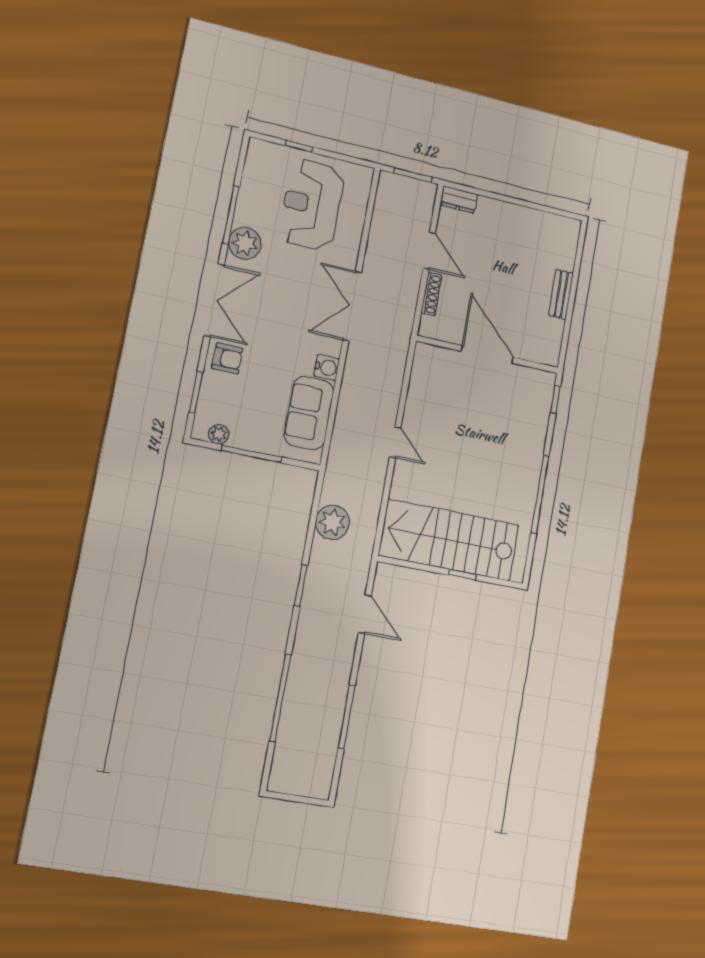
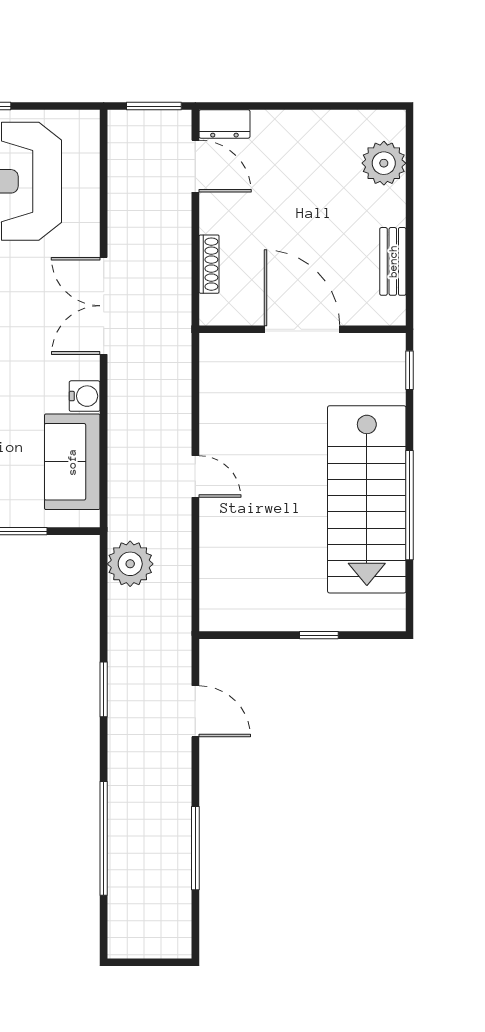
door: (429, 251) -> (195, 166), moved
plant: (562, 253) -> (384, 163), added
bench: (561, 294) -> (393, 261), moved
plant: (332, 522) -> (130, 564), moved
stairs: (449, 540) -> (367, 499), moved, turned -90

